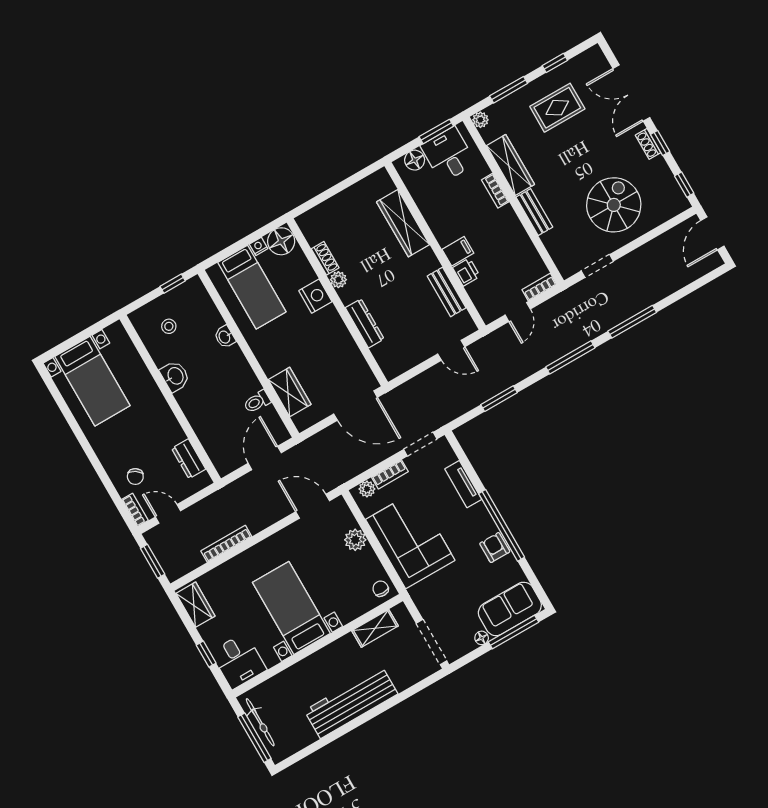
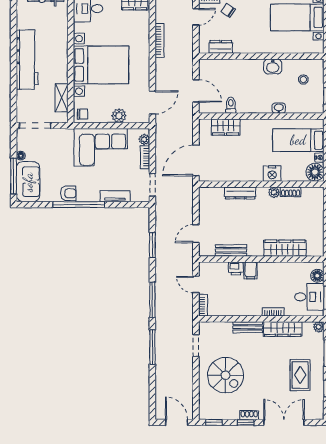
bed with nightstands: (291, 608) -> (101, 65), width x1.36

